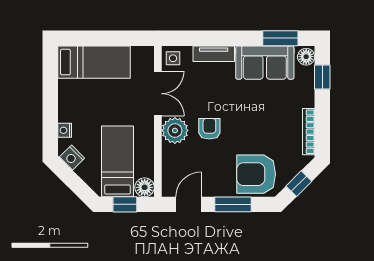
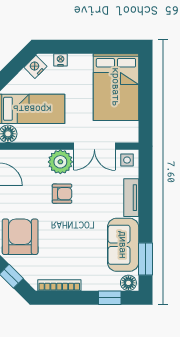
bed: (94, 62) -> (116, 87), width x1.50

